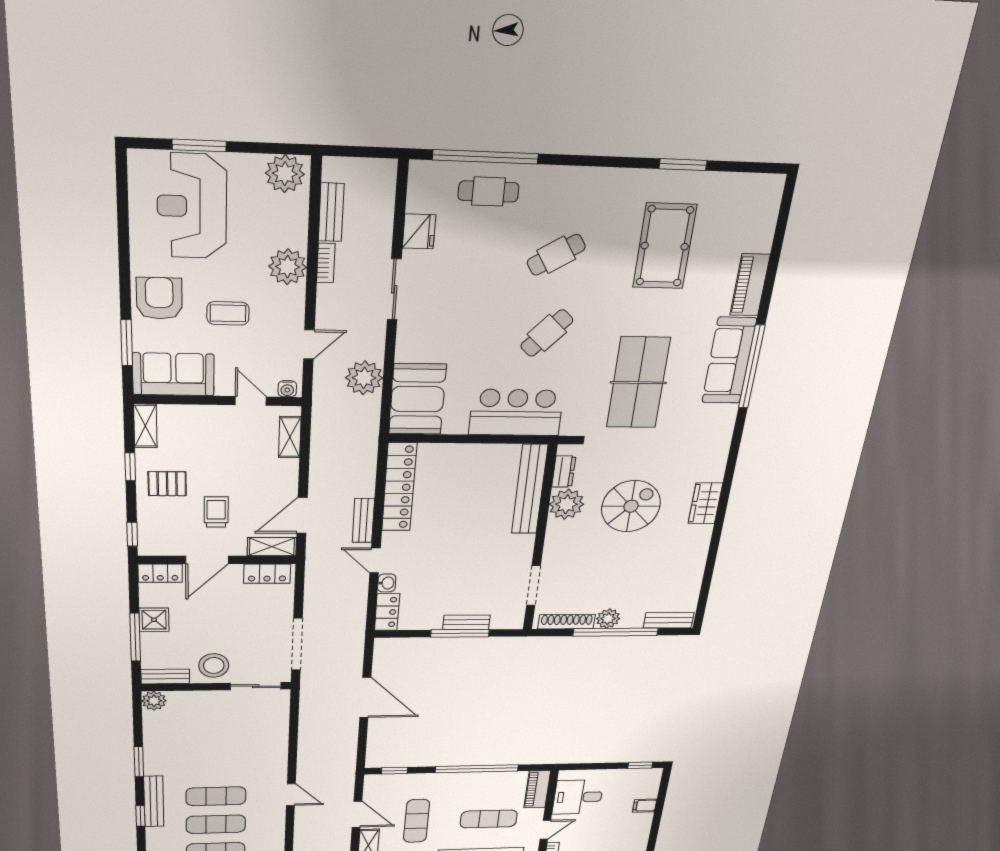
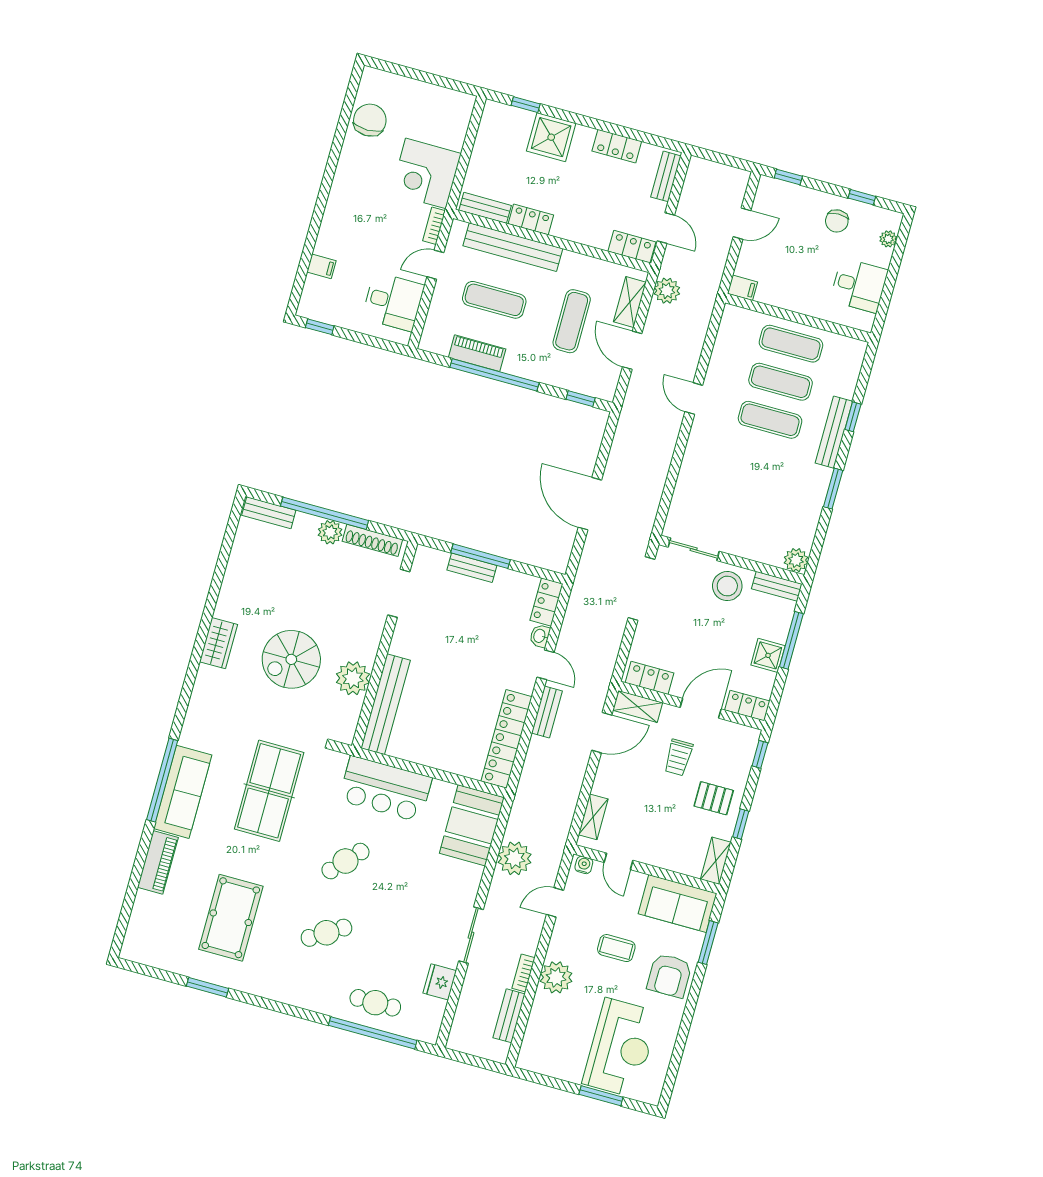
plant: (285, 174) -> (539, 1057), removed
dresser: (564, 472) -> (351, 715), removed
piano: (537, 789) -> (477, 353), moved, turned -90

